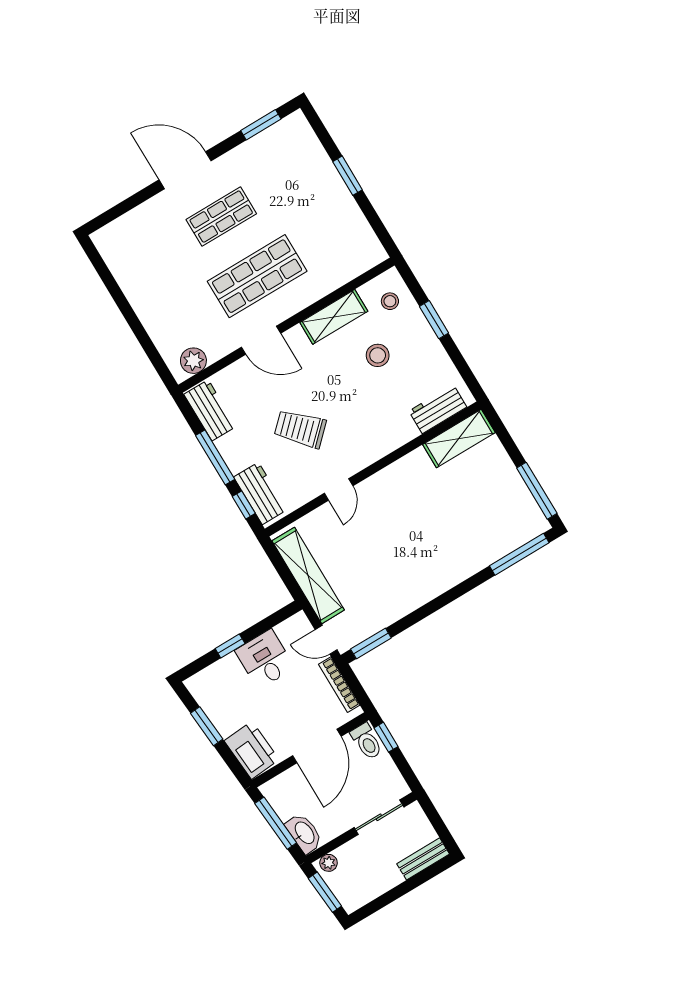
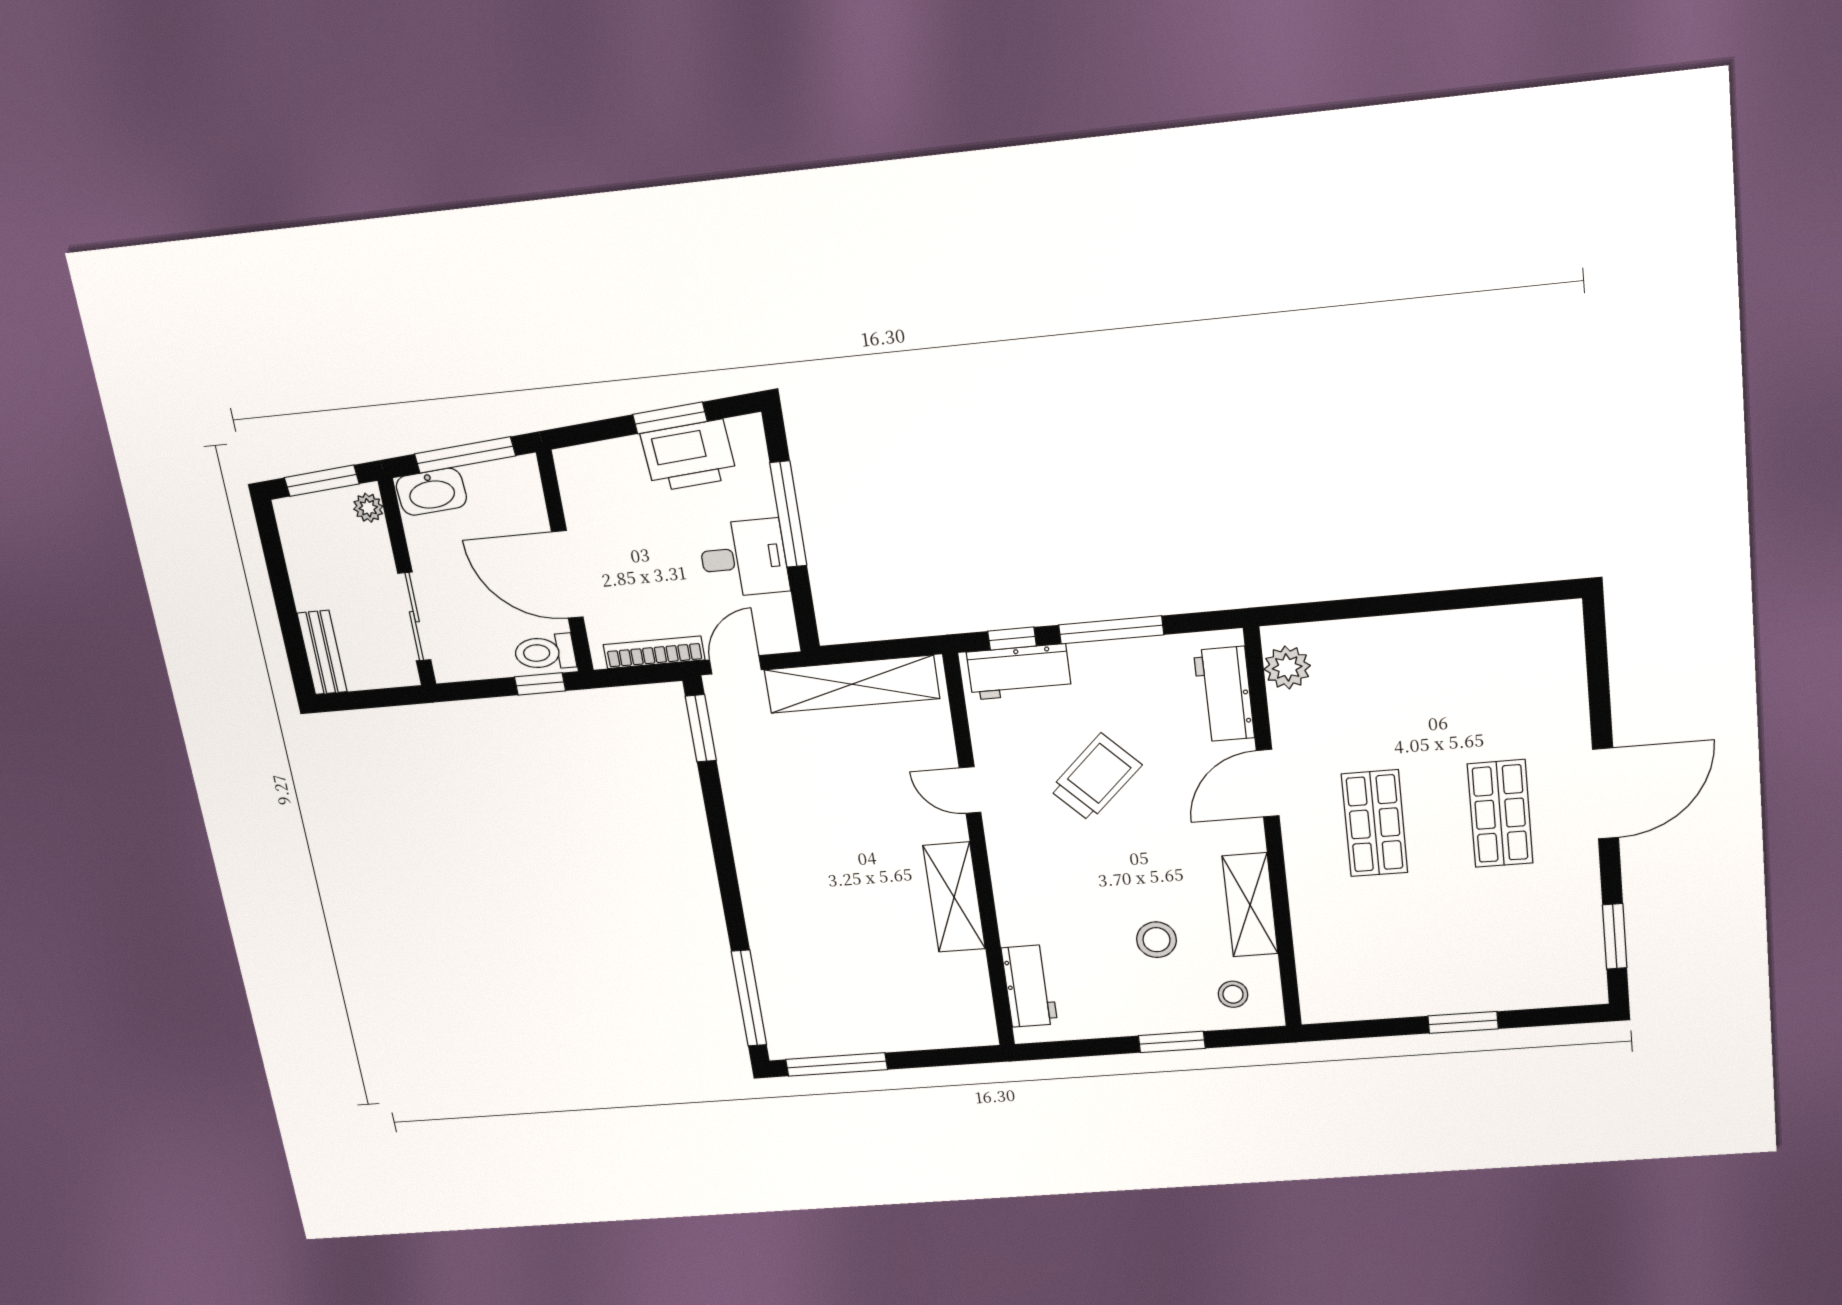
shop shelf: (257, 276) -> (1375, 823), width x0.70, depth x0.74
workbench: (210, 410) -> (1224, 694), moved, turned 90
shelving: (459, 438) -> (954, 897), moved
window: (230, 646) -> (788, 514), width x2.17
printer: (252, 750) -> (689, 456), moved

